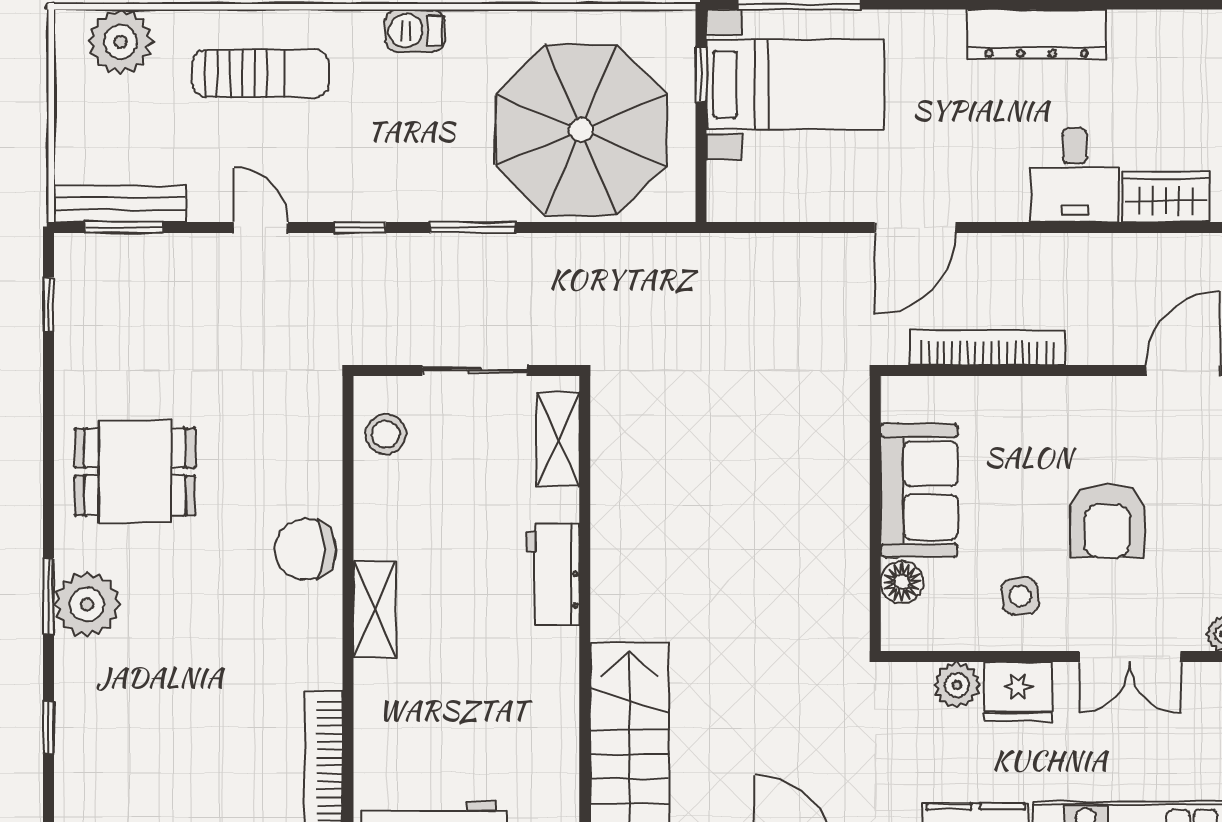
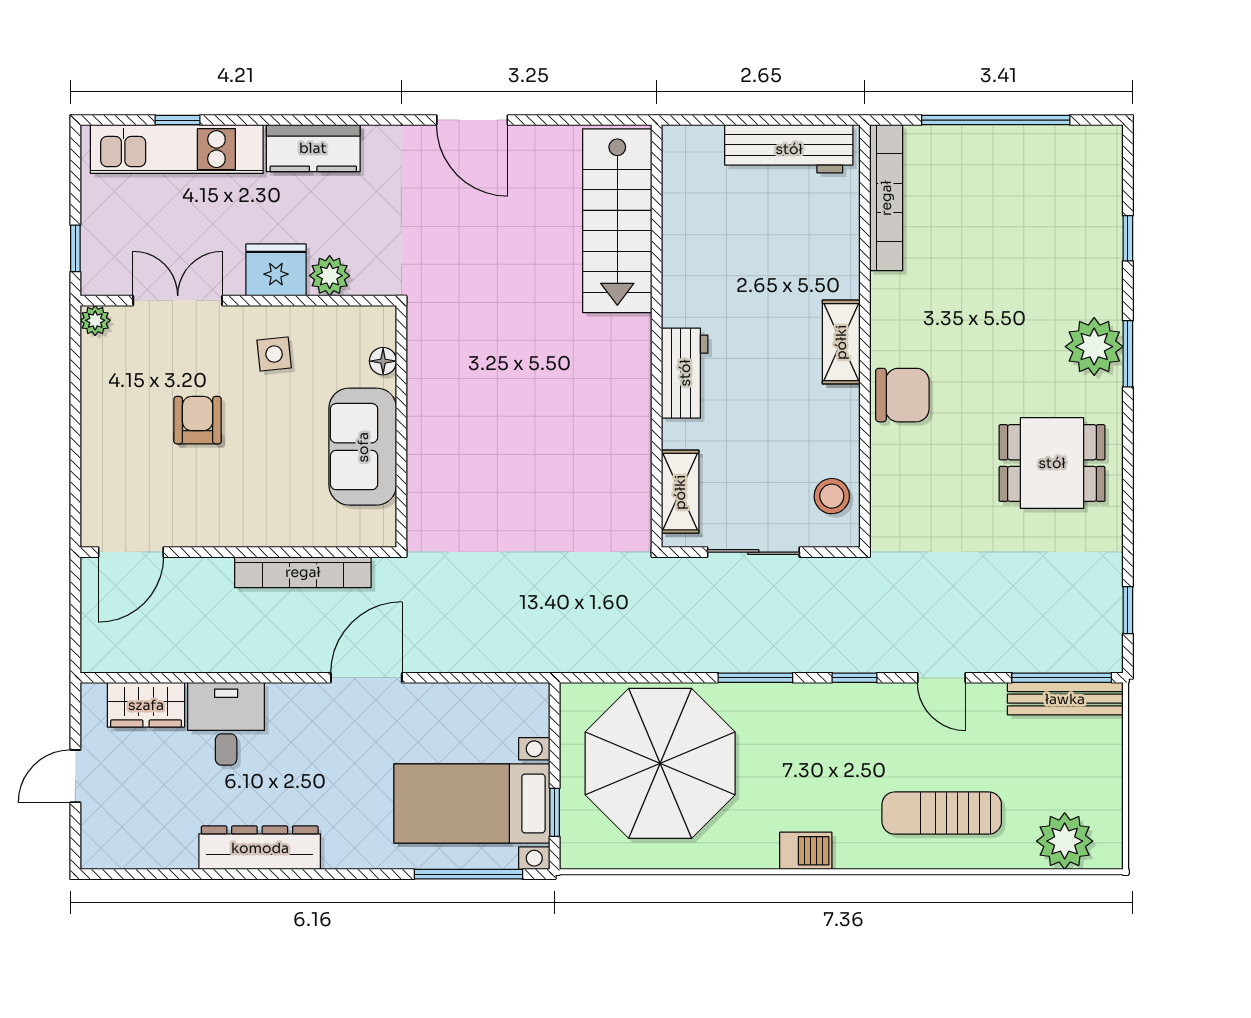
window: (124, 228) -> (1062, 678), width x1.44
armchair: (1107, 521) -> (198, 420), width x0.72, depth x0.72
floor lamp: (902, 582) -> (383, 361), width x0.73, depth x0.73

